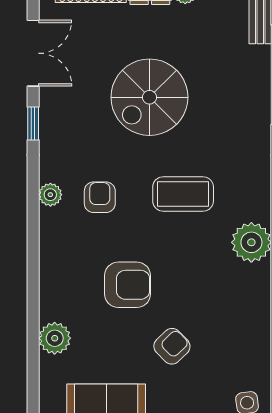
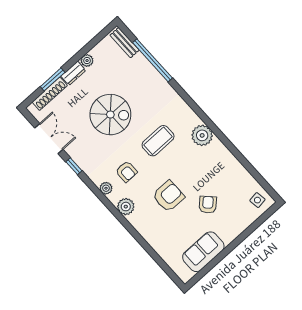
spiral stairs: (149, 97) -> (110, 115), turned -90
armchair: (100, 197) -> (126, 172), turned 180
plant: (55, 338) -> (126, 207), moved

